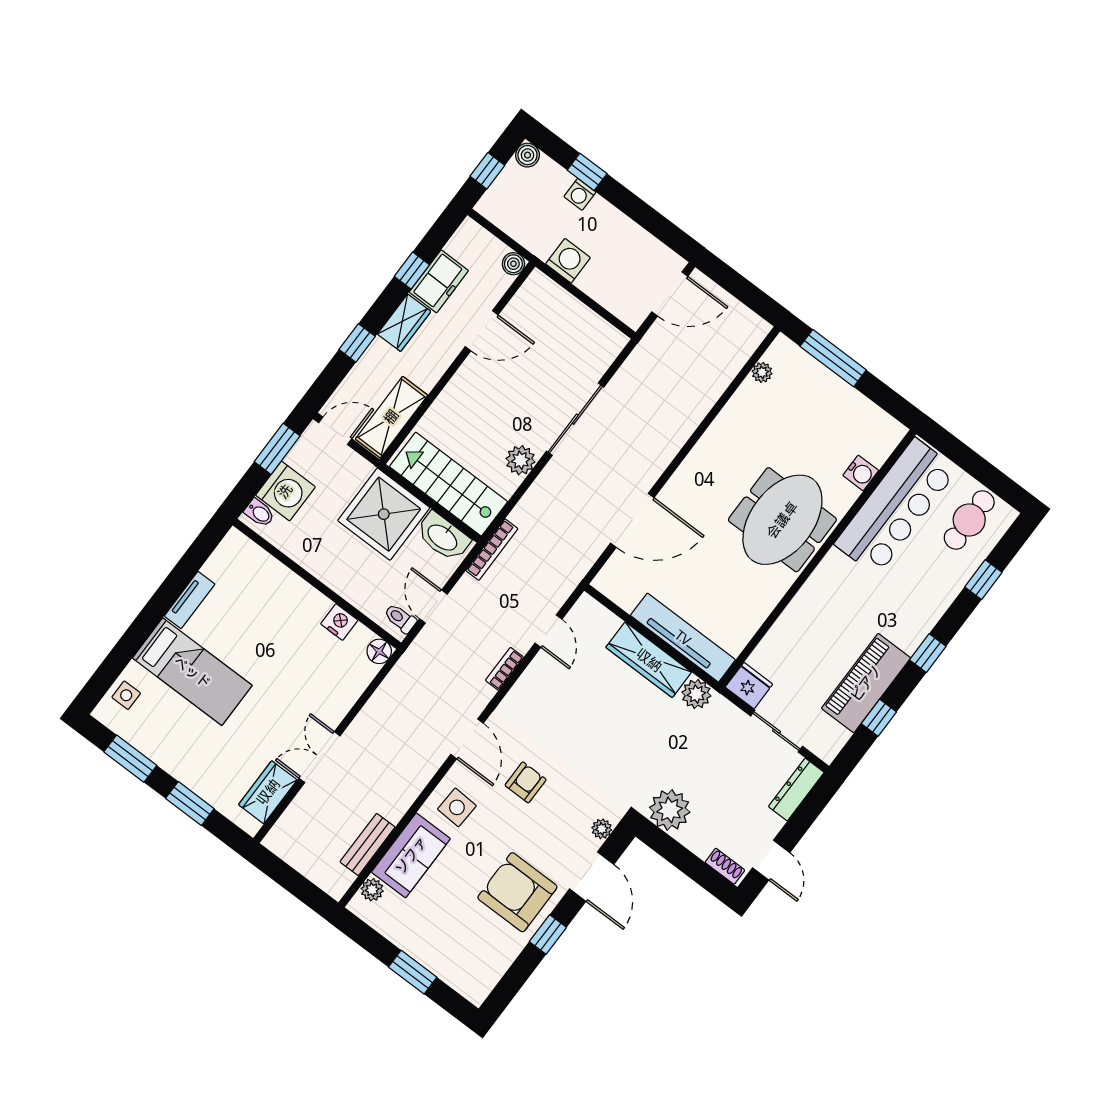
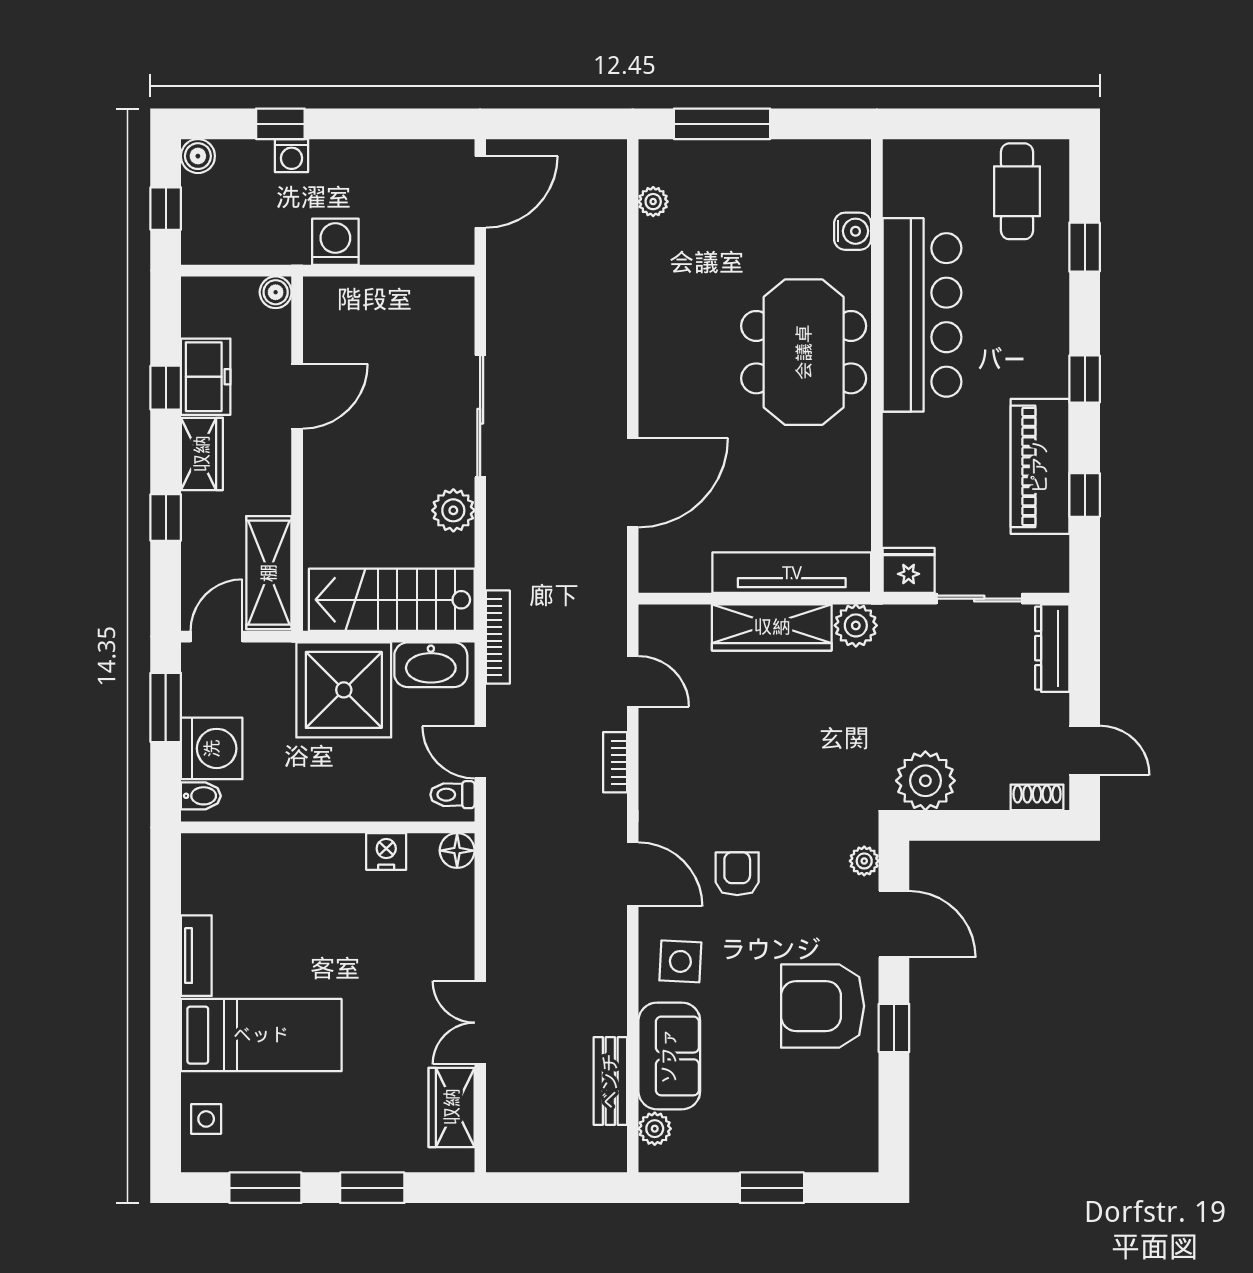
bar counter: (896, 507) -> (922, 315), moved

